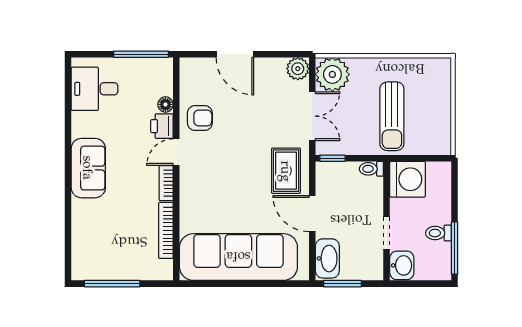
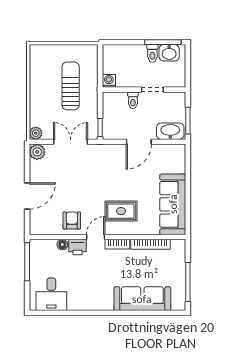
plant: (332, 74) -> (36, 133), width x0.53, depth x0.53
sun lounger: (392, 116) -> (71, 86), turned -90
door: (176, 152) -> (96, 237), swing flipped
sofa: (88, 168) -> (142, 299), moved, width x1.36
toilet: (371, 169) -> (133, 100), moved
rug: (286, 171) -> (121, 211), moved
washing machine: (408, 179) -> (109, 81), width x0.53, depth x0.53
sofa: (238, 257) -> (173, 204), width x0.74, depth x0.79
washbasin: (402, 265) -> (169, 53), moved, turned 180

